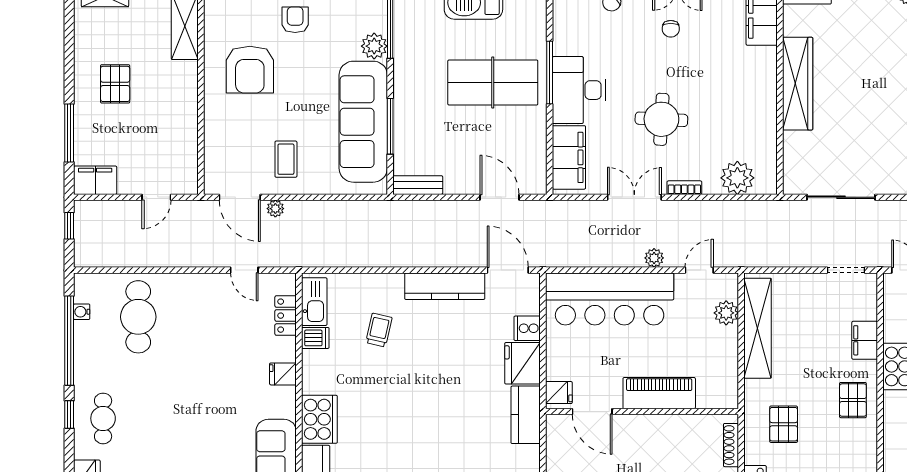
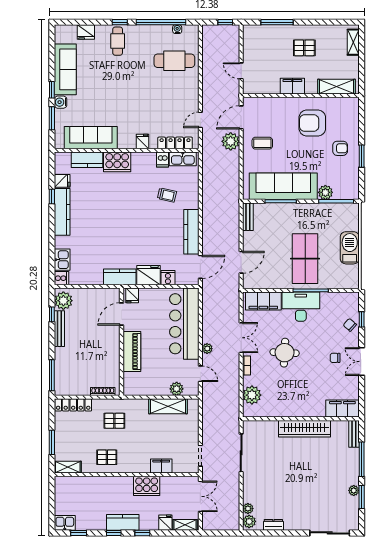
filing cabinet: (95, 180) -> (292, 86), moved, turned -90
plant: (275, 209) -> (231, 141), width x1.87, depth x1.87
locker: (286, 316) -> (175, 143), width x1.53
shelving: (758, 328) -> (168, 406), width x0.68
pallet: (853, 400) -> (107, 457), moved
cafe table: (103, 418) -> (118, 41), turned 90

